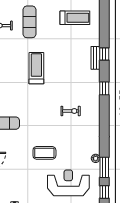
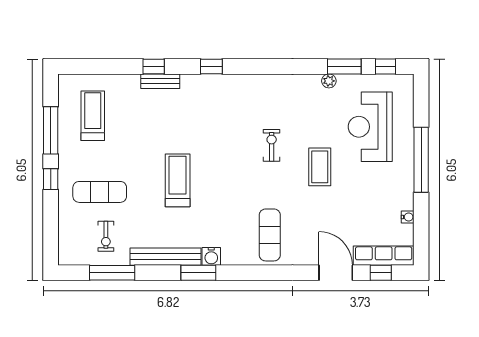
treadmill: (36, 68) -> (178, 180), turned 90
exercise bike: (71, 111) -> (272, 145), moved

